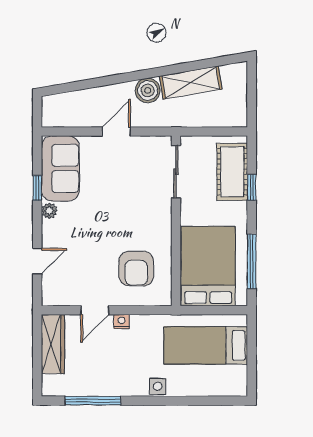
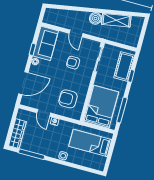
door: (116, 131) -> (76, 33), swing flipped
armchair: (127, 192) -> (73, 63), added
door: (37, 261) -> (23, 83), width x1.87
armchair: (136, 268) -> (68, 99), turned 90
door: (95, 310) -> (44, 113), hinge flipped
wardrobe: (53, 344) -> (17, 134), moved

